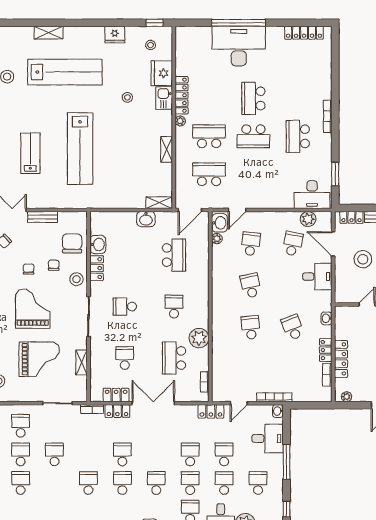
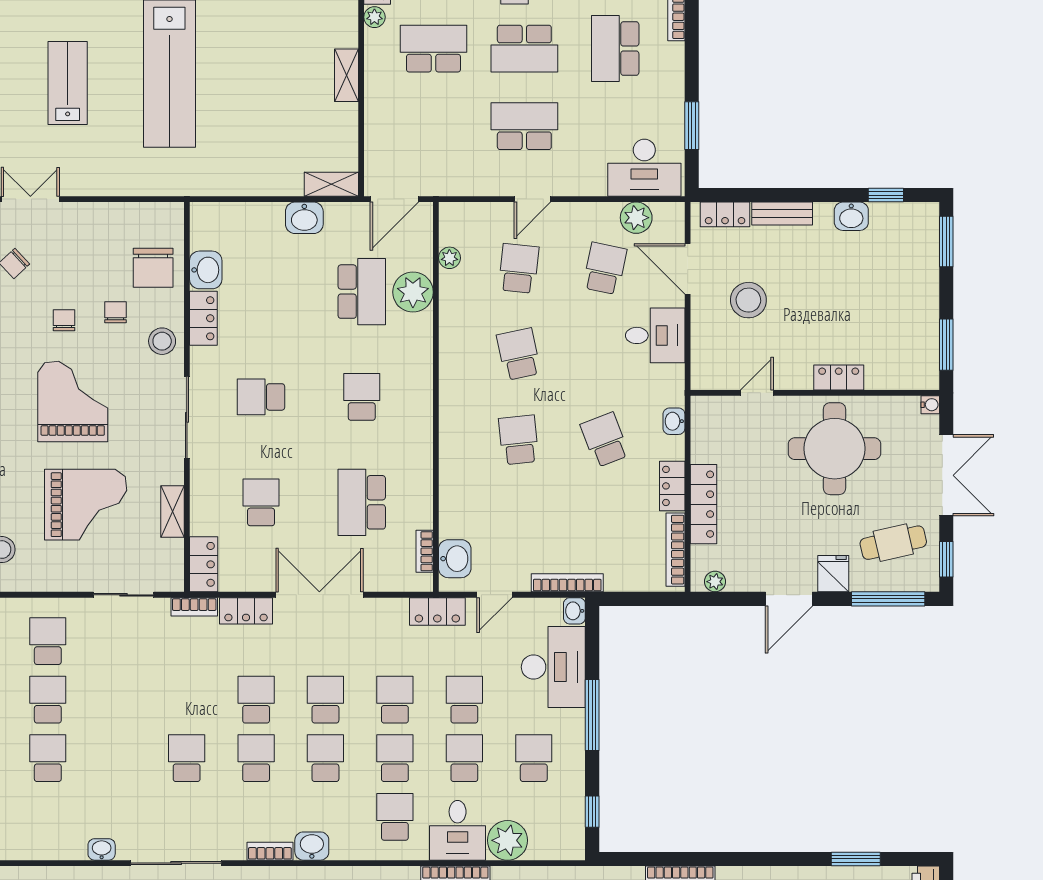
school desk: (209, 174) -> (524, 126), moved
door: (237, 210) -> (532, 199), moved
bench: (43, 217) -> (93, 214), removed
washbasin: (219, 223) -> (455, 559), moved
chair: (72, 243) -> (153, 268), turned 180
plant: (199, 338) -> (413, 292), moved
bookcase: (327, 375) -> (675, 550), width x1.56
locker: (116, 395) -> (204, 564), moved, turned 90
desk: (268, 438) -> (553, 667), width x1.37
school desk: (55, 454) -> (325, 700), moved

